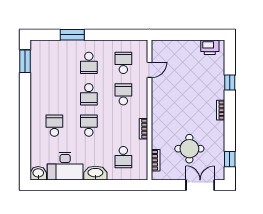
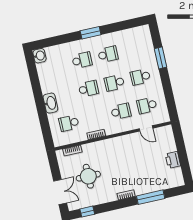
printer: (210, 47) -> (173, 160), moved
window: (25, 61) -> (91, 33), moved
school desk: (123, 63) -> (147, 105), turned 180
window: (230, 83) -> (151, 197), width x2.17
school desk: (54, 94) -> (108, 54), added
desk: (65, 166) -> (51, 77), removed

